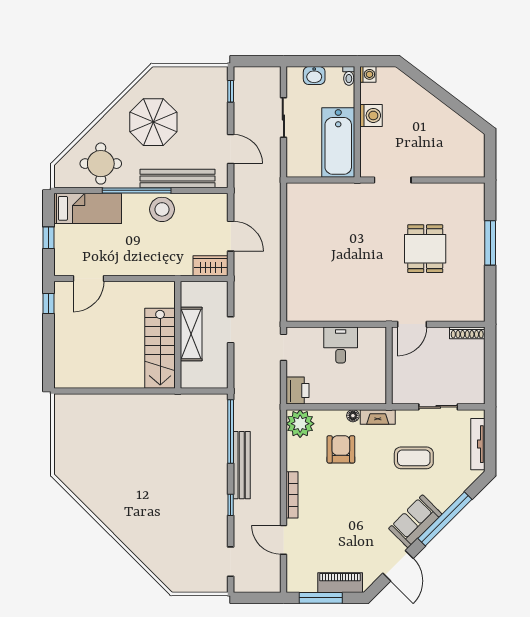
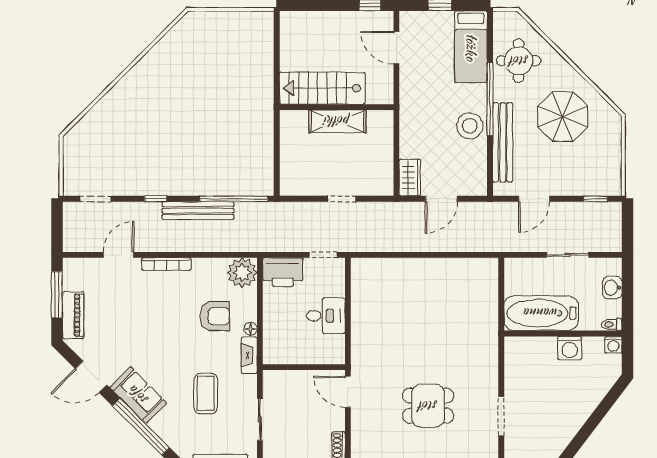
doorway: (393, 180) -> (501, 416), moved
shelving: (191, 334) -> (337, 121), moved
wall: (178, 335) -> (337, 107), moved
stairs: (160, 348) -> (322, 88), moved
printer: (297, 391) -> (283, 272), width x1.37, depth x1.19

